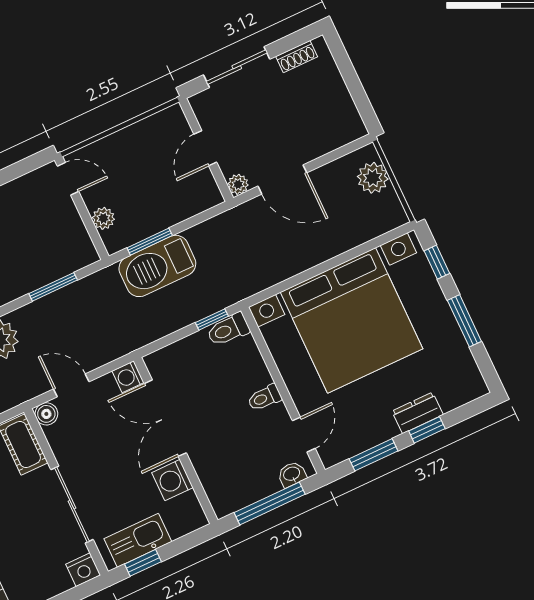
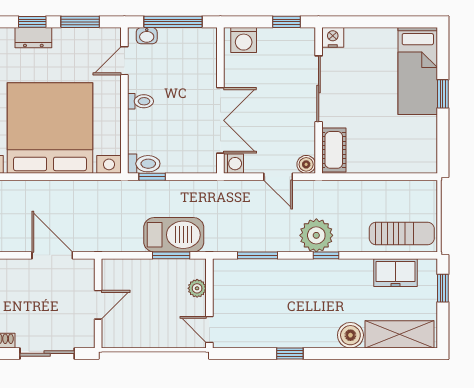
plant: (238, 184) -> (87, 267), removed
washing machine: (172, 480) -> (244, 40), moved, turned 90
kitchen sink: (138, 540) -> (282, 40), removed

